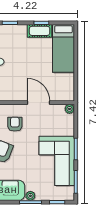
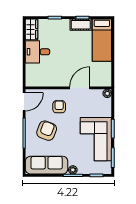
door: (38, 103) -> (80, 88), hinge flipped

